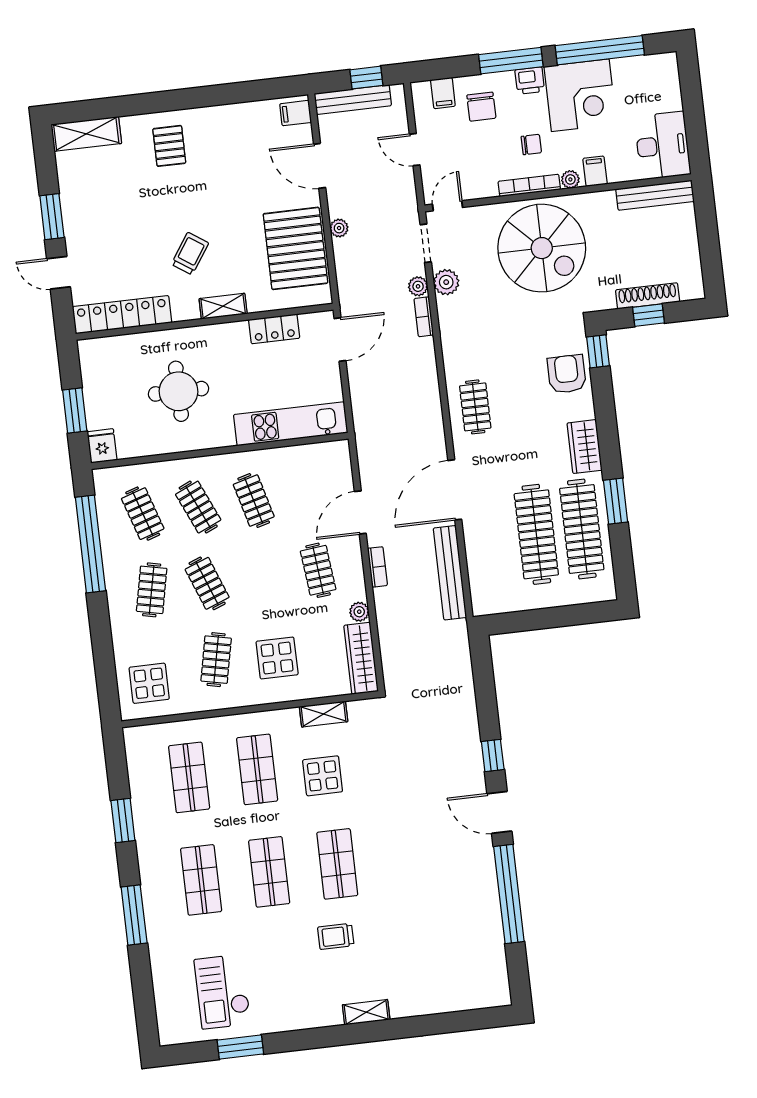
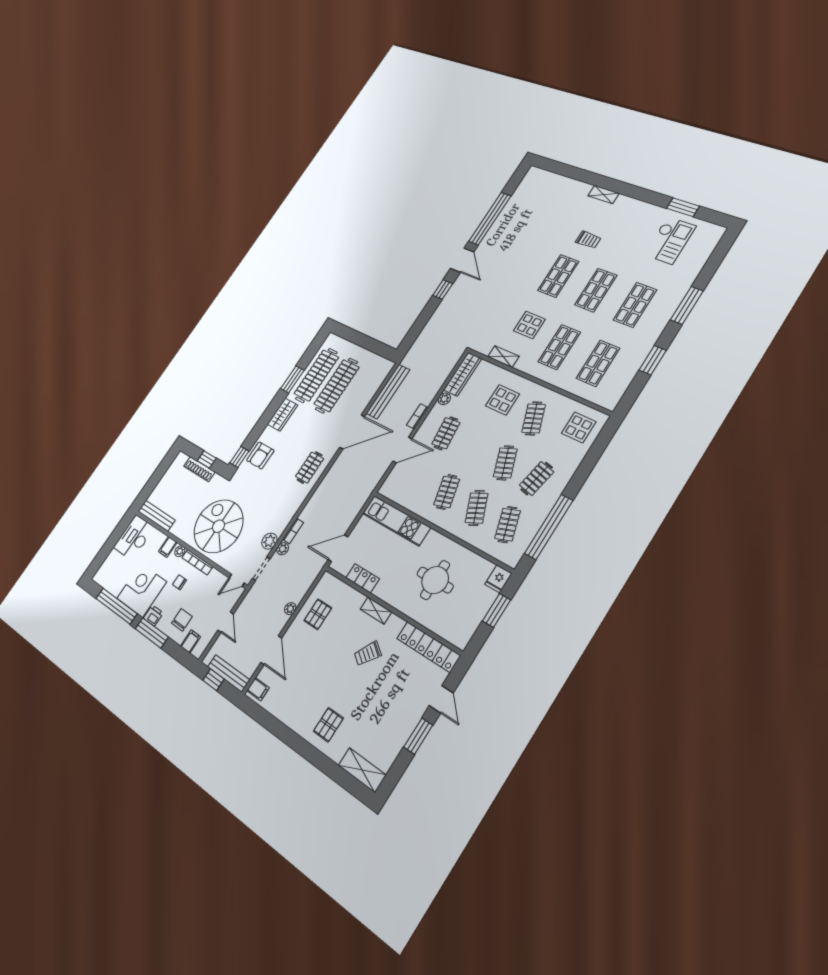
pallet: (296, 248) -> (318, 614), width x0.49, depth x0.50
clothes rail: (216, 660) -> (534, 418), turned -33

